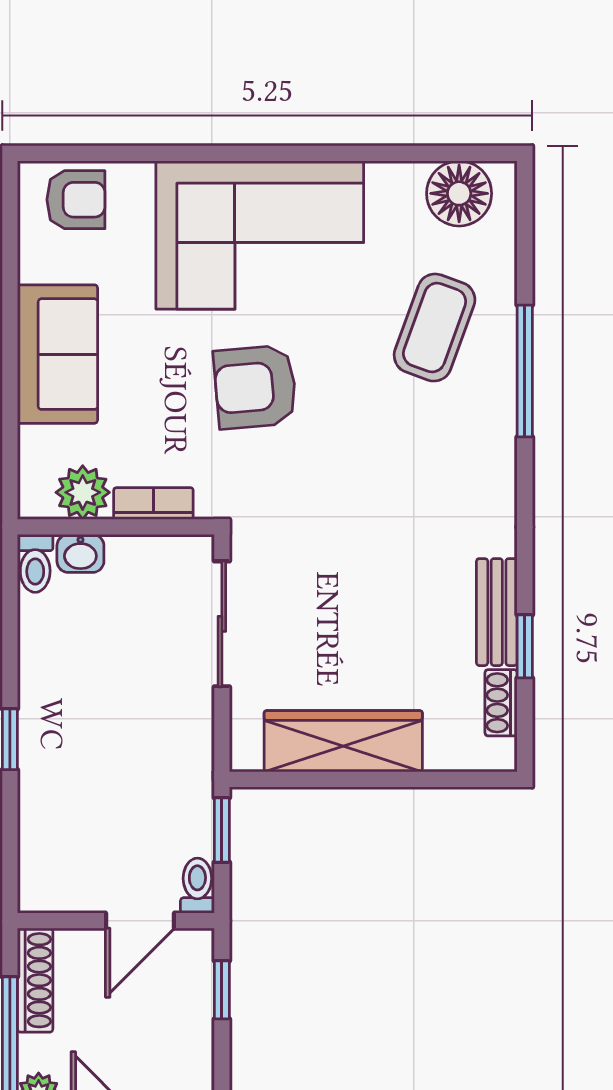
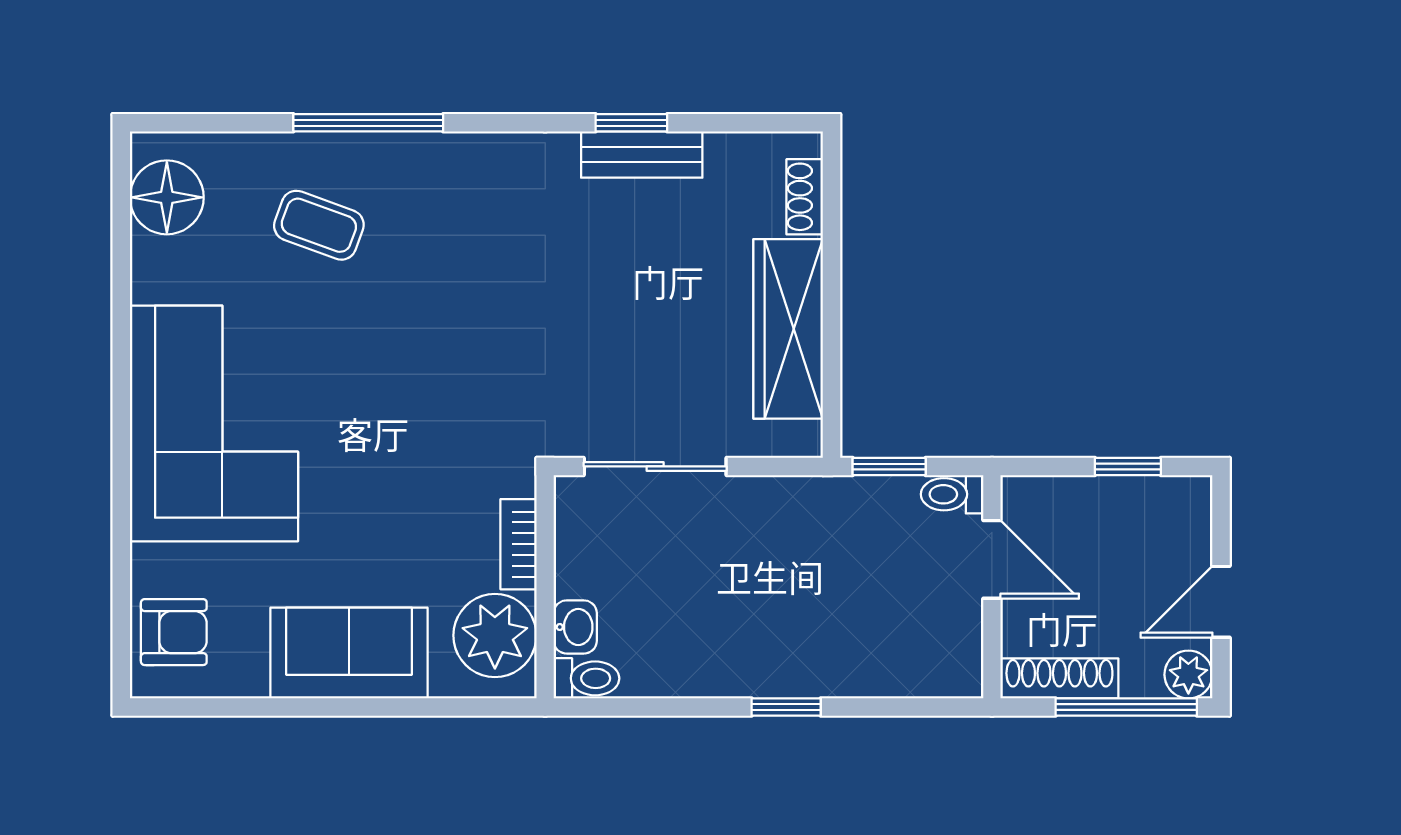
armchair: (76, 200) -> (174, 632), turned 90
coffee table: (435, 328) -> (319, 225), width x0.73, depth x0.77
armchair: (255, 387) -> (386, 429), removed
plant: (83, 492) -> (495, 635), width x1.36, depth x1.36
window: (525, 646) -> (631, 123), moved
shoe rack: (501, 703) -> (805, 197), moved, turned 90
window: (222, 990) -> (1128, 466), moved

